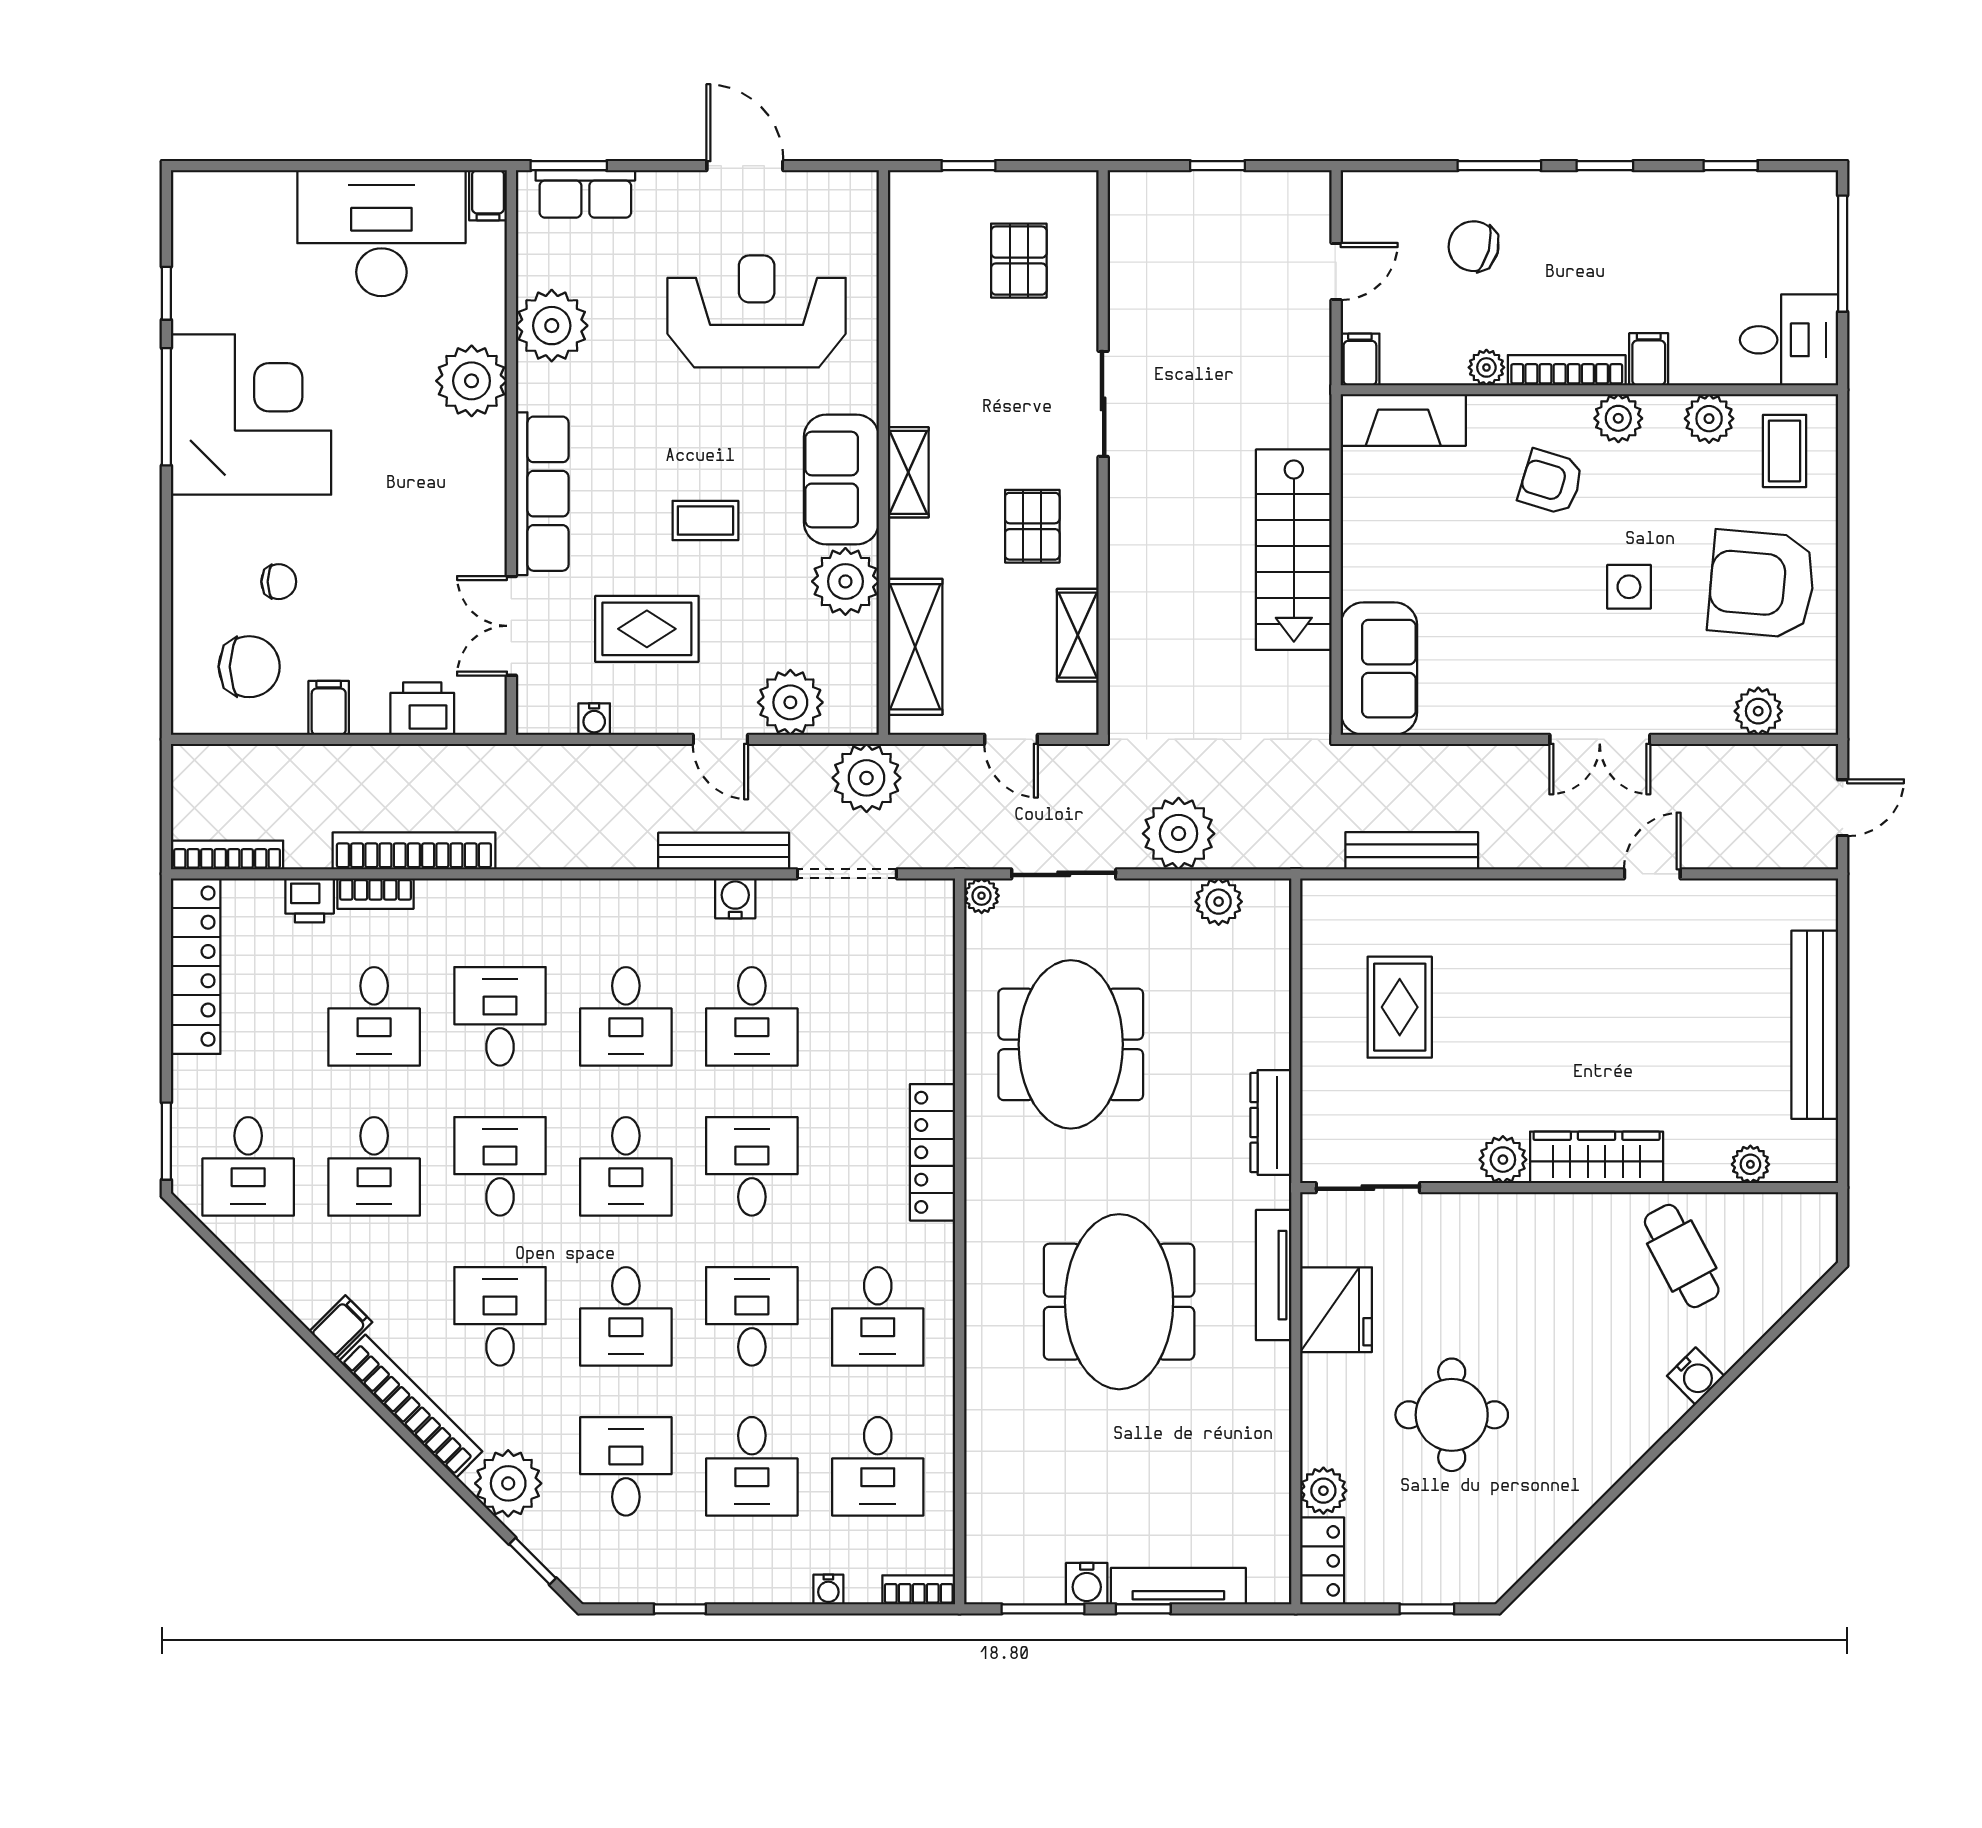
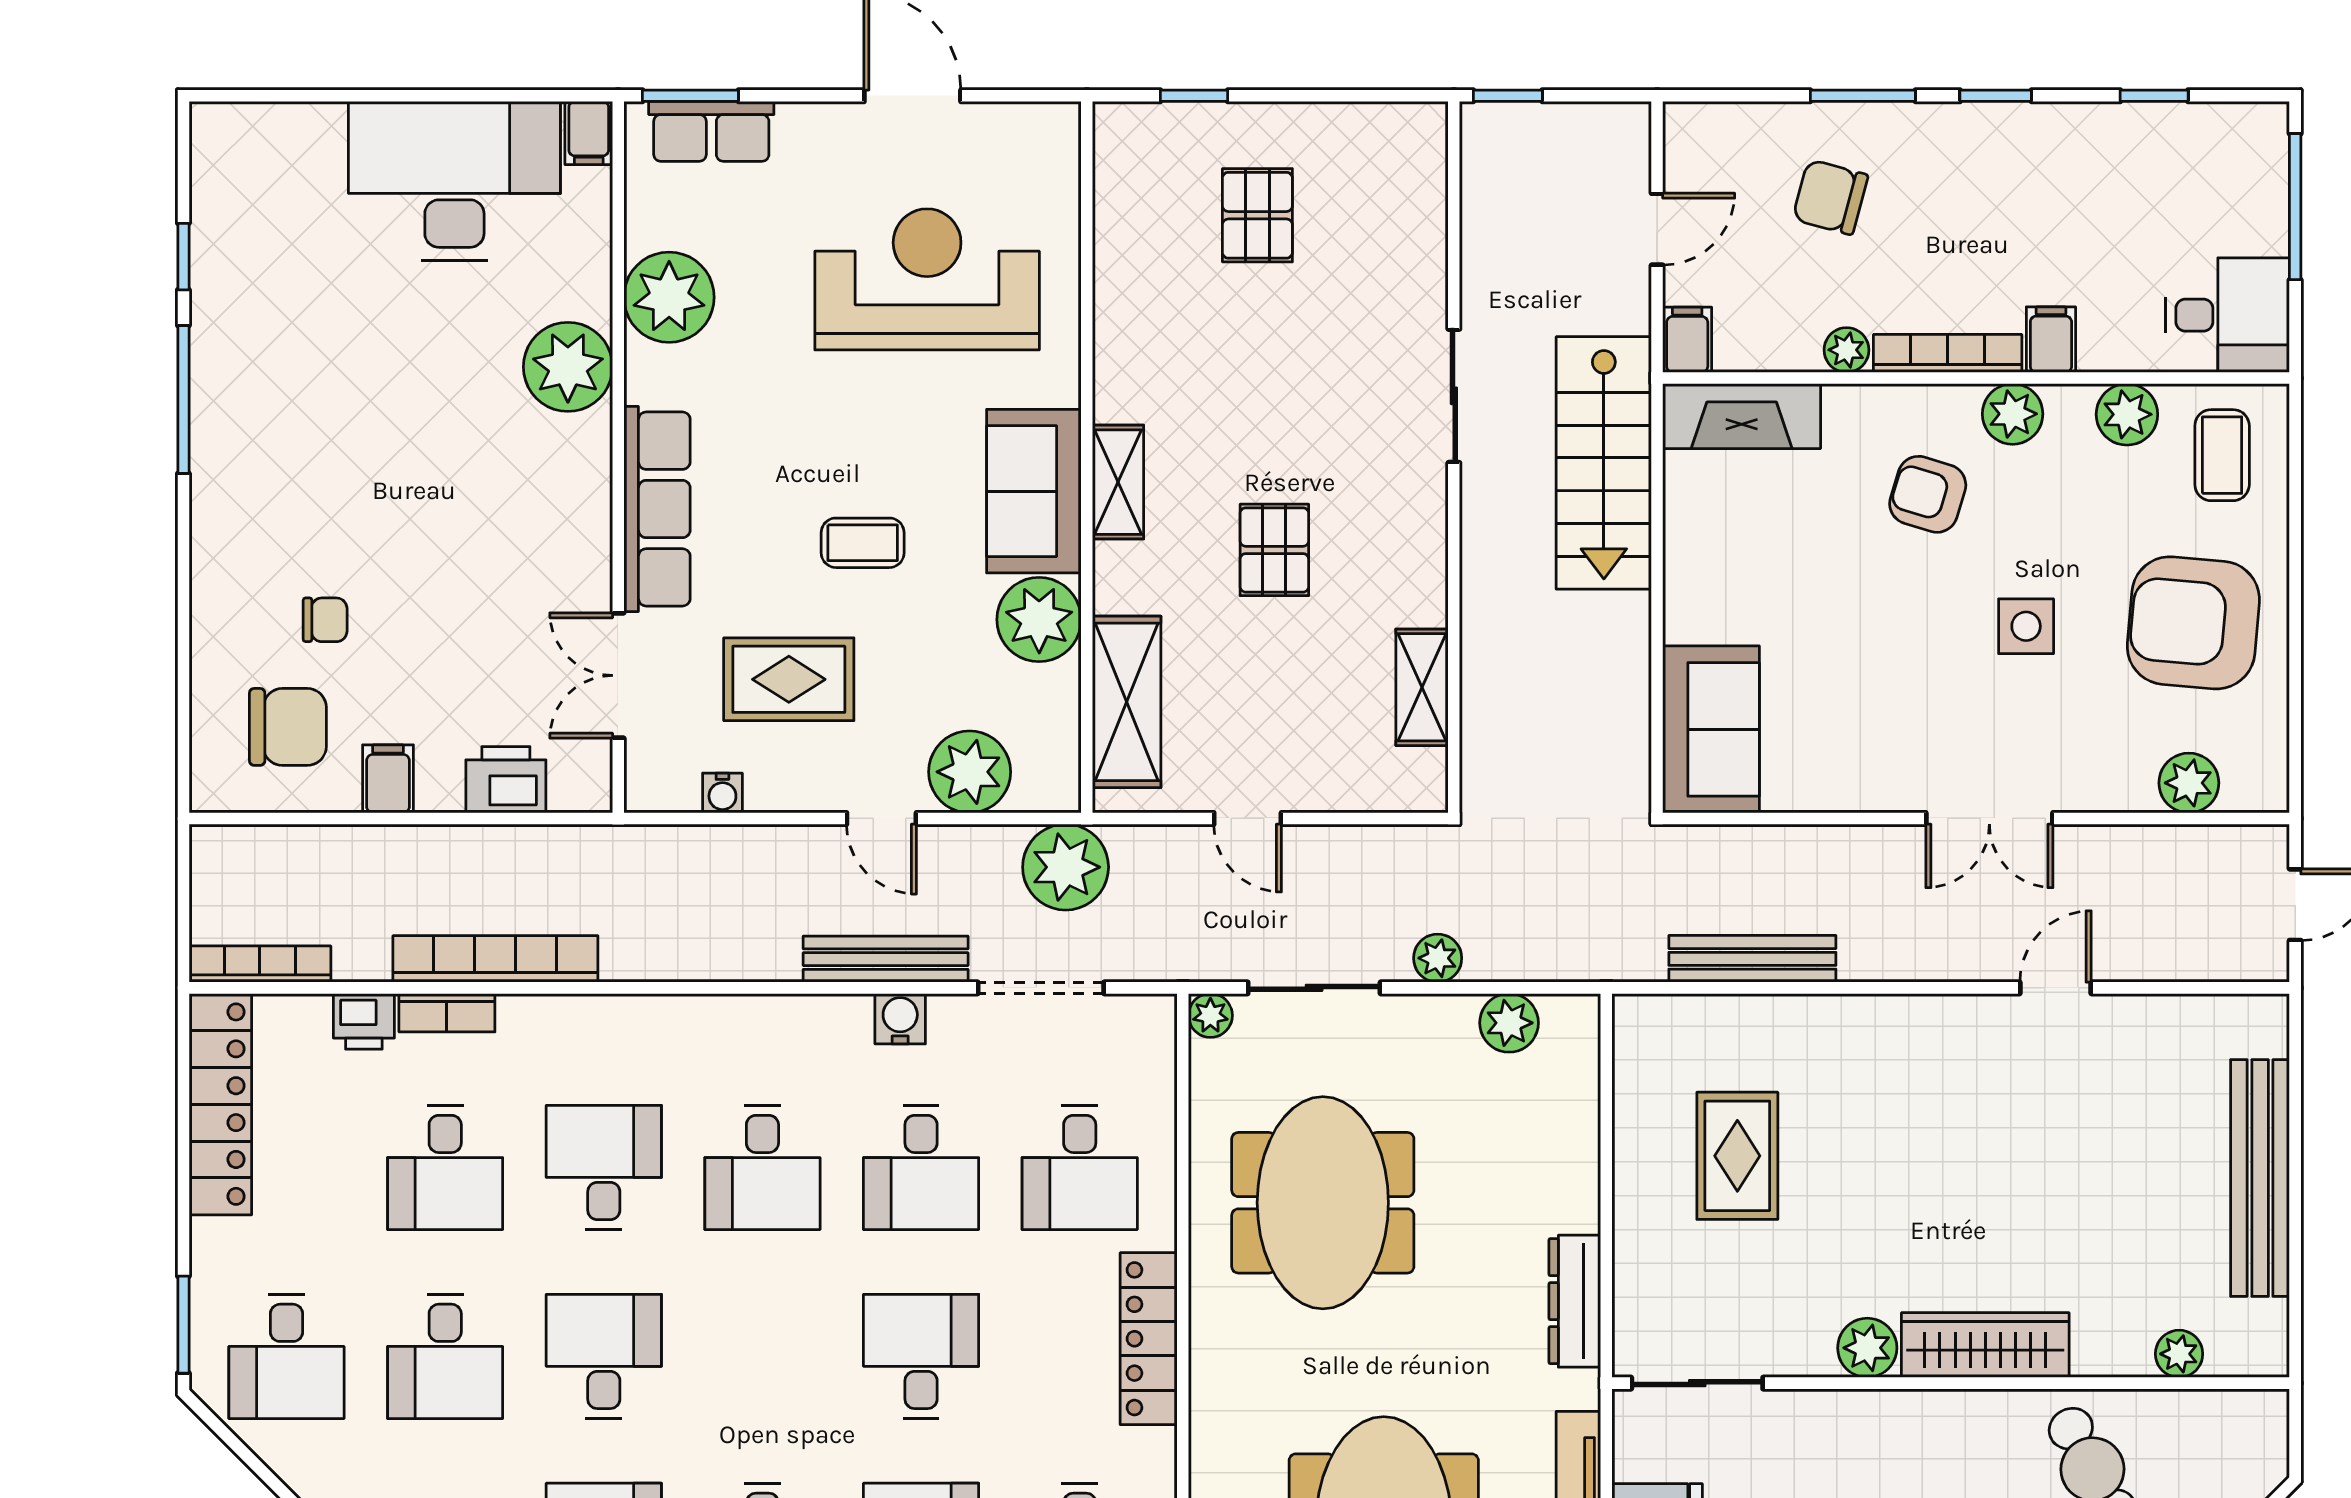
sliding door: (1103, 404) -> (1454, 396), moved
corner desk: (251, 414) -> (290, 409), removed
wall: (1103, 453) -> (1454, 457), moved
stairs: (1294, 550) -> (1604, 463), moved
shelving: (1078, 635) -> (1422, 687), moved
plant: (1179, 834) -> (1438, 958), width x0.53, depth x0.53
desk: (626, 1166) -> (1080, 1167), moved

